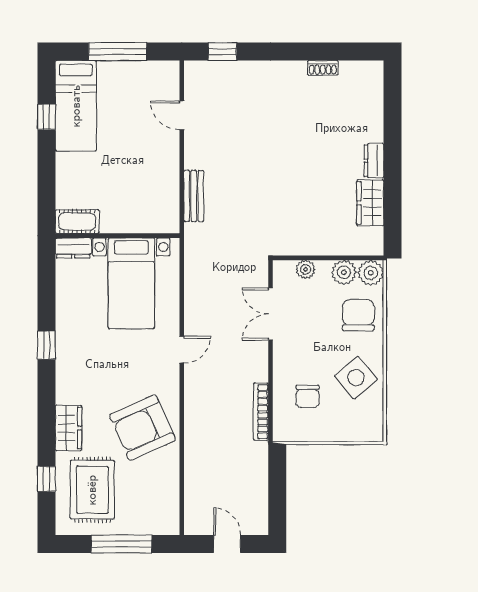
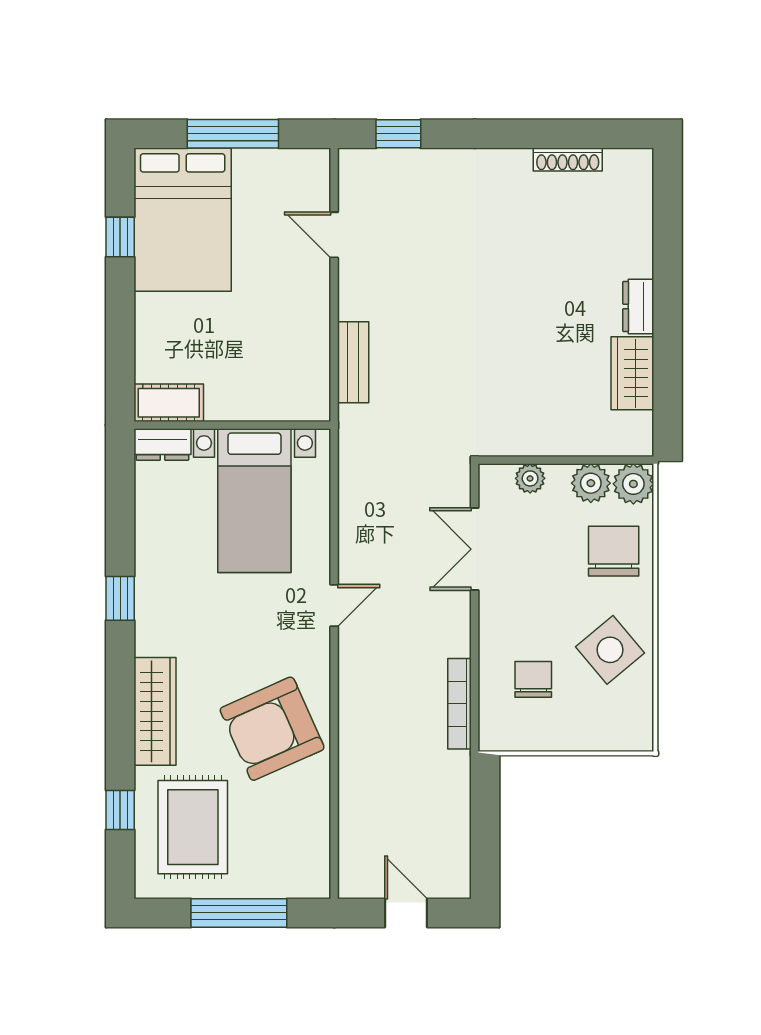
shoe rack: (323, 68) -> (568, 159), width x1.43
bed: (76, 106) -> (183, 220), width x1.50
chair: (308, 396) -> (533, 679), turned 180
wardrobe: (69, 428) -> (155, 711), width x1.50

